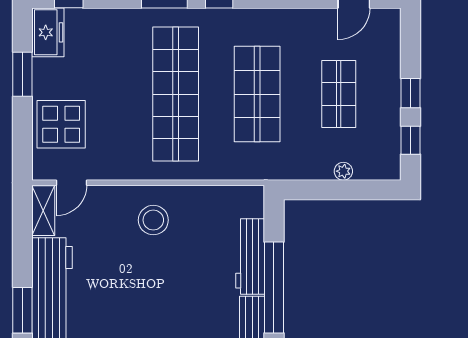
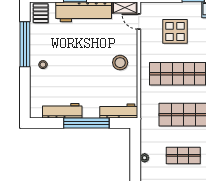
display table: (61, 124) -> (175, 31), moved
workbench: (250, 256) -> (119, 111), moved

